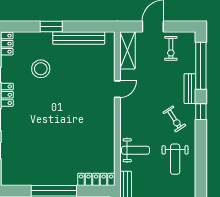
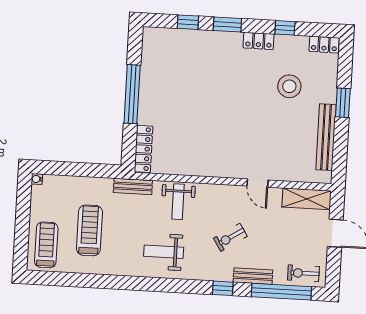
exercise bike: (171, 48) -> (303, 273), moved
exercise bike: (174, 119) -> (230, 237), moved

